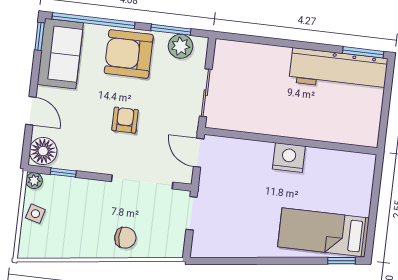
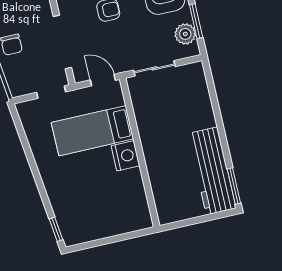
door: (199, 153) -> (103, 80), hinge flipped
bed: (323, 232) -> (92, 131), moved, turned -90

